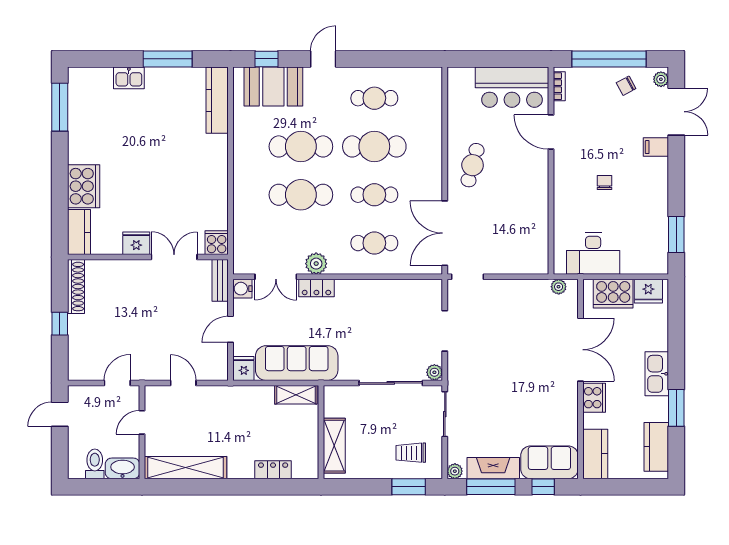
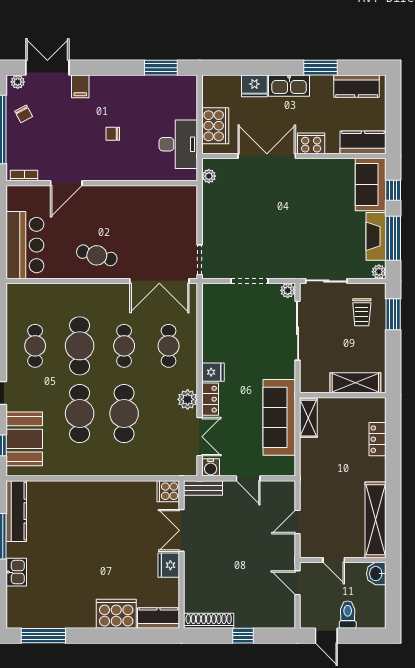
bar counter: (512, 87) -> (25, 245), moved
kitchen counter: (217, 100) -> (16, 511), moved, turned -90
fridge: (648, 291) -> (254, 86), moved, turned 90
fridge: (244, 368) -> (213, 372), moved, turned 180
toilet: (95, 464) -> (348, 615), moved, turned 90
washbasin: (123, 468) -> (376, 574), width x0.72

